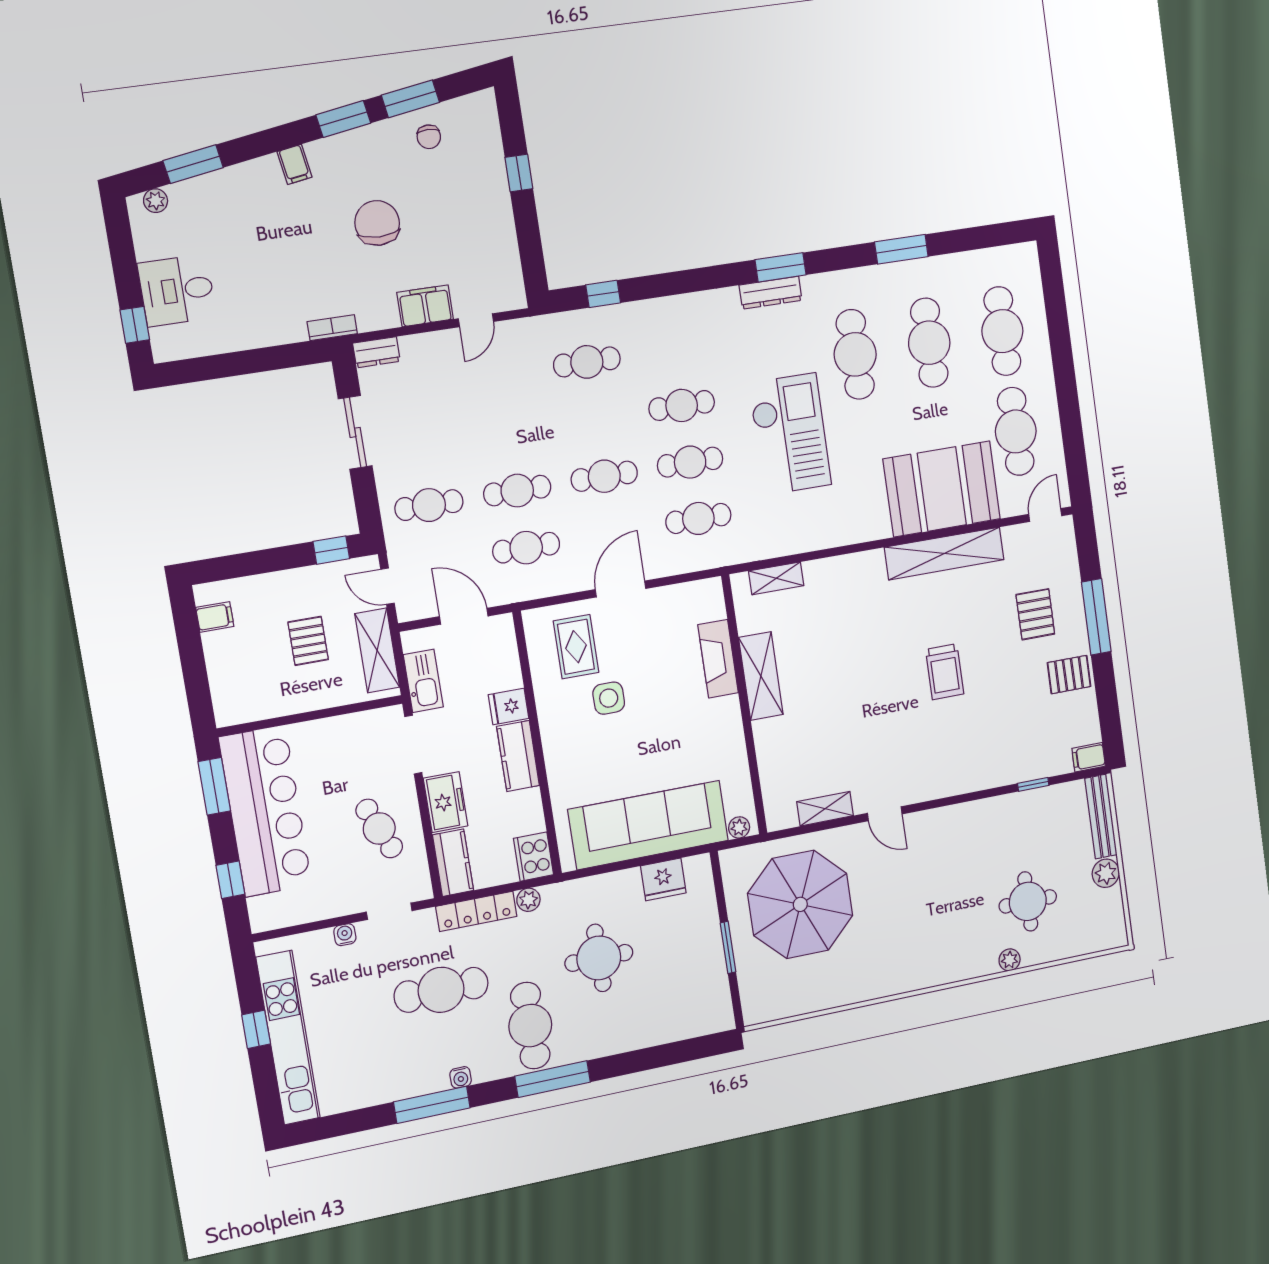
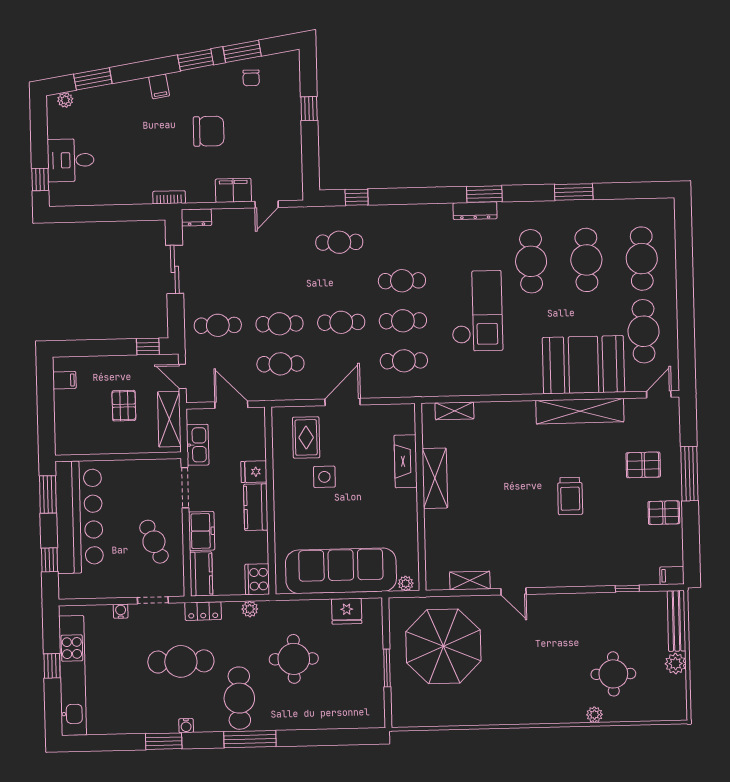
chair: (377, 223) -> (209, 131), turned 90
pallet: (1035, 614) -> (643, 465), turned 90
locker: (476, 911) -> (203, 611), width x0.66
window: (432, 1105) -> (164, 741), width x0.69

